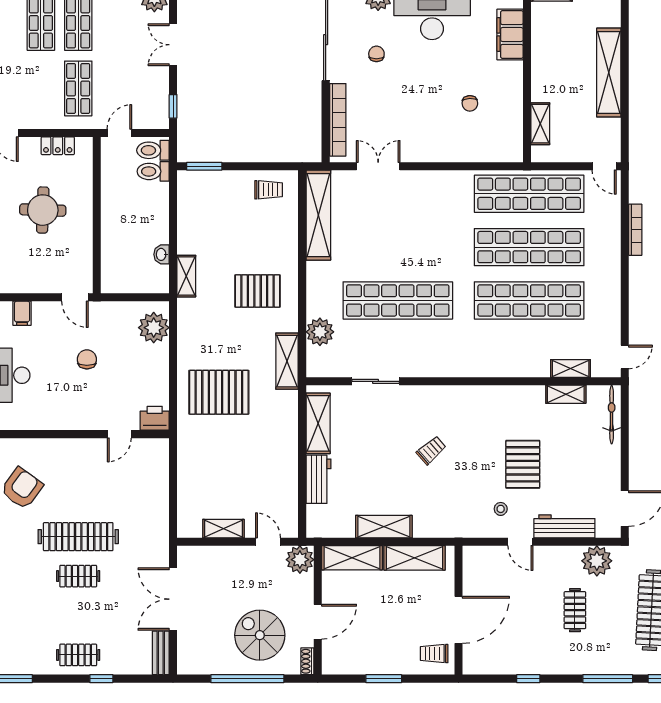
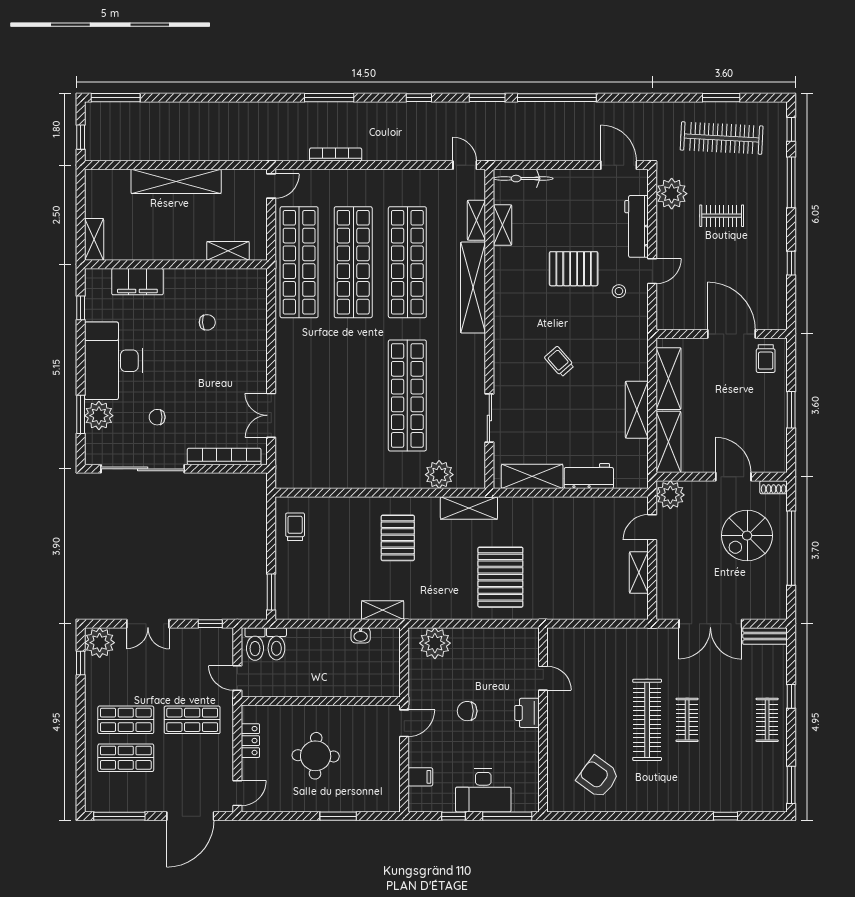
shelving: (318, 215) -> (473, 288), moved, turned 90
printer: (155, 418) -> (527, 713), moved

